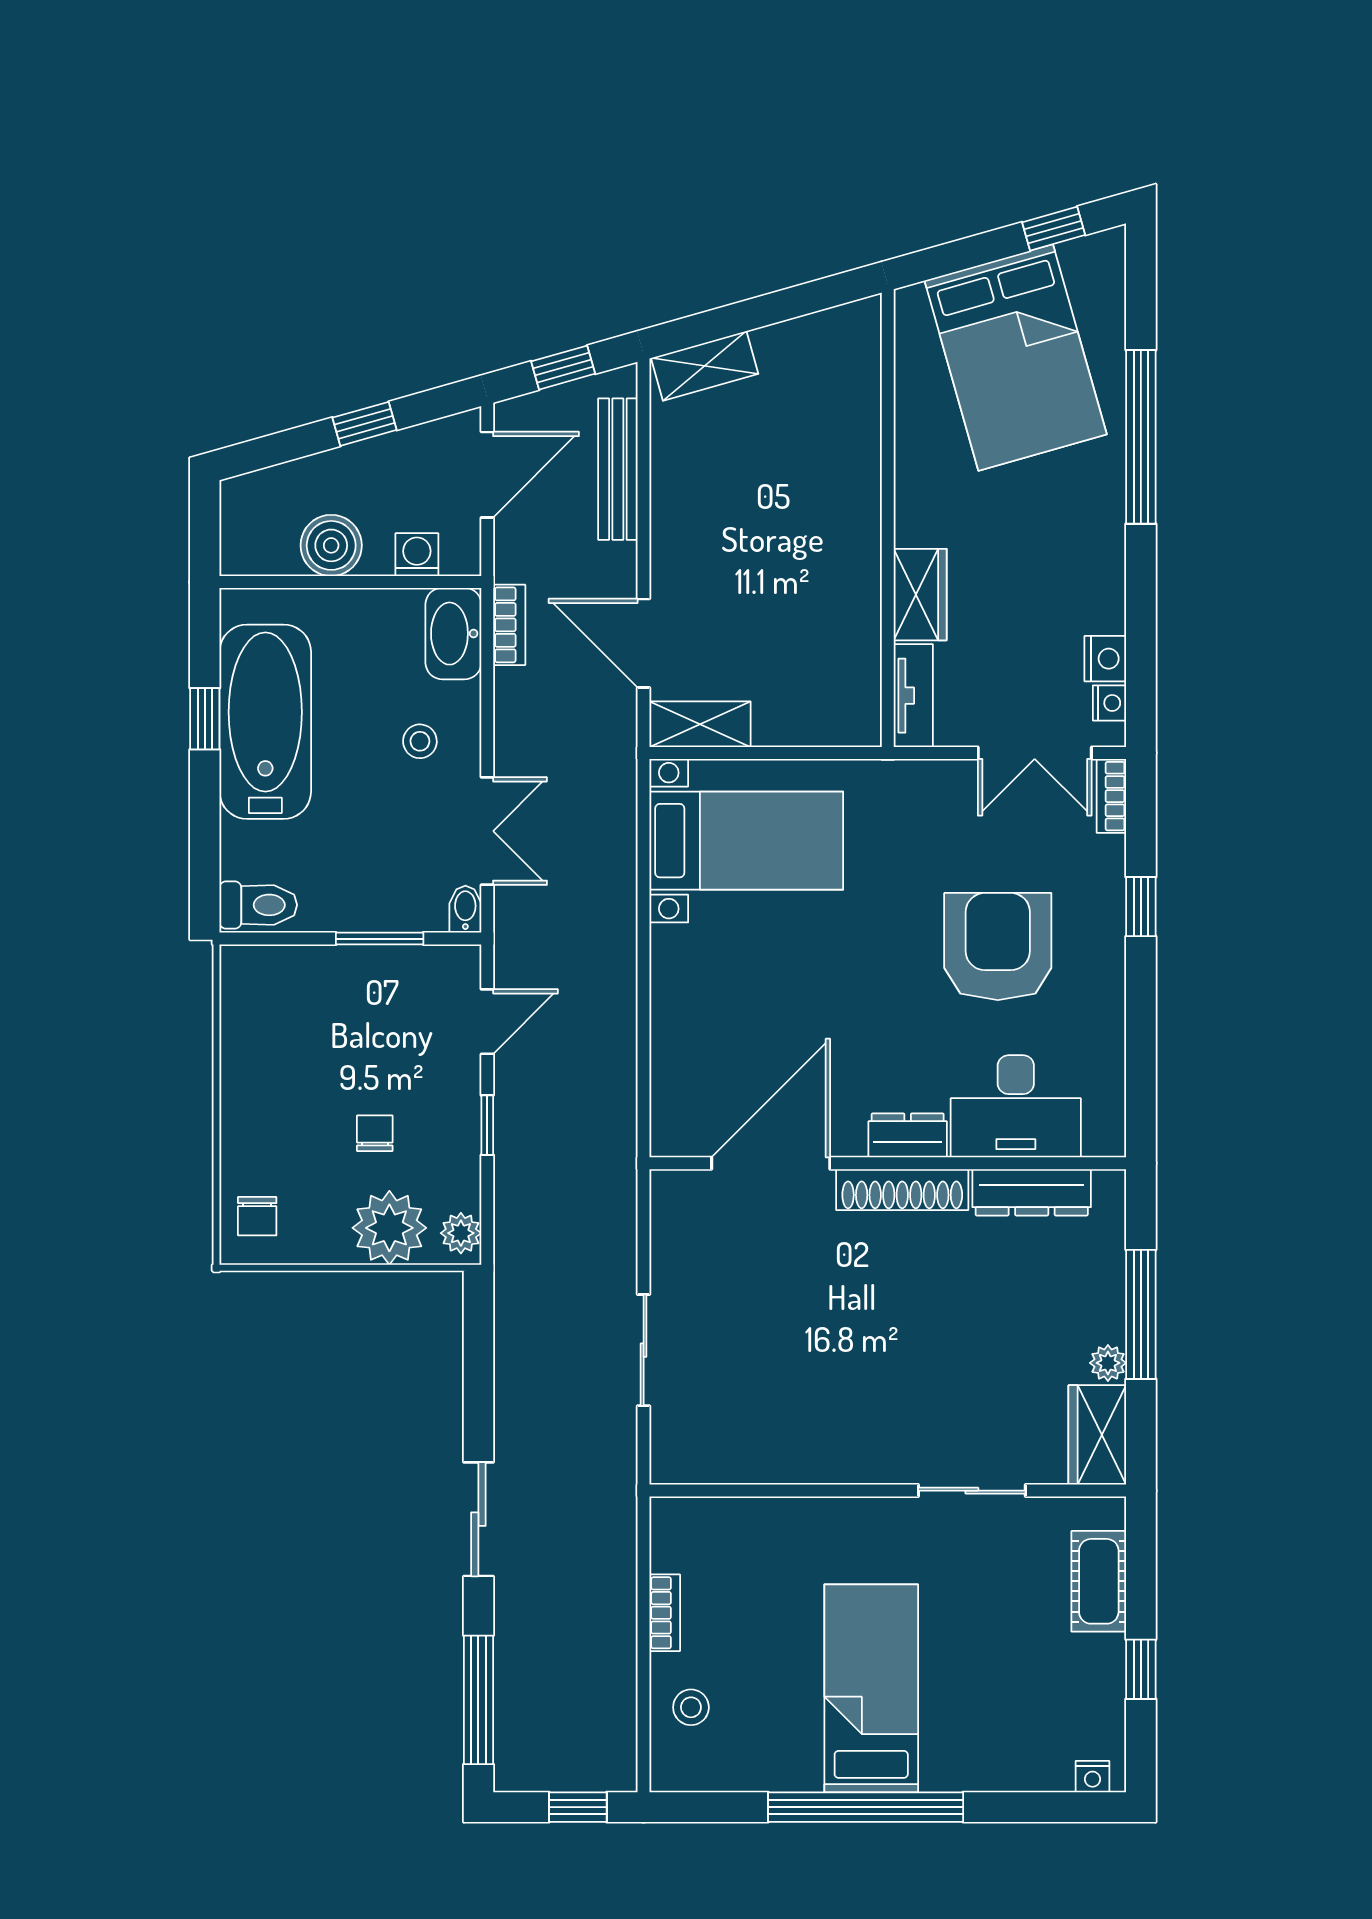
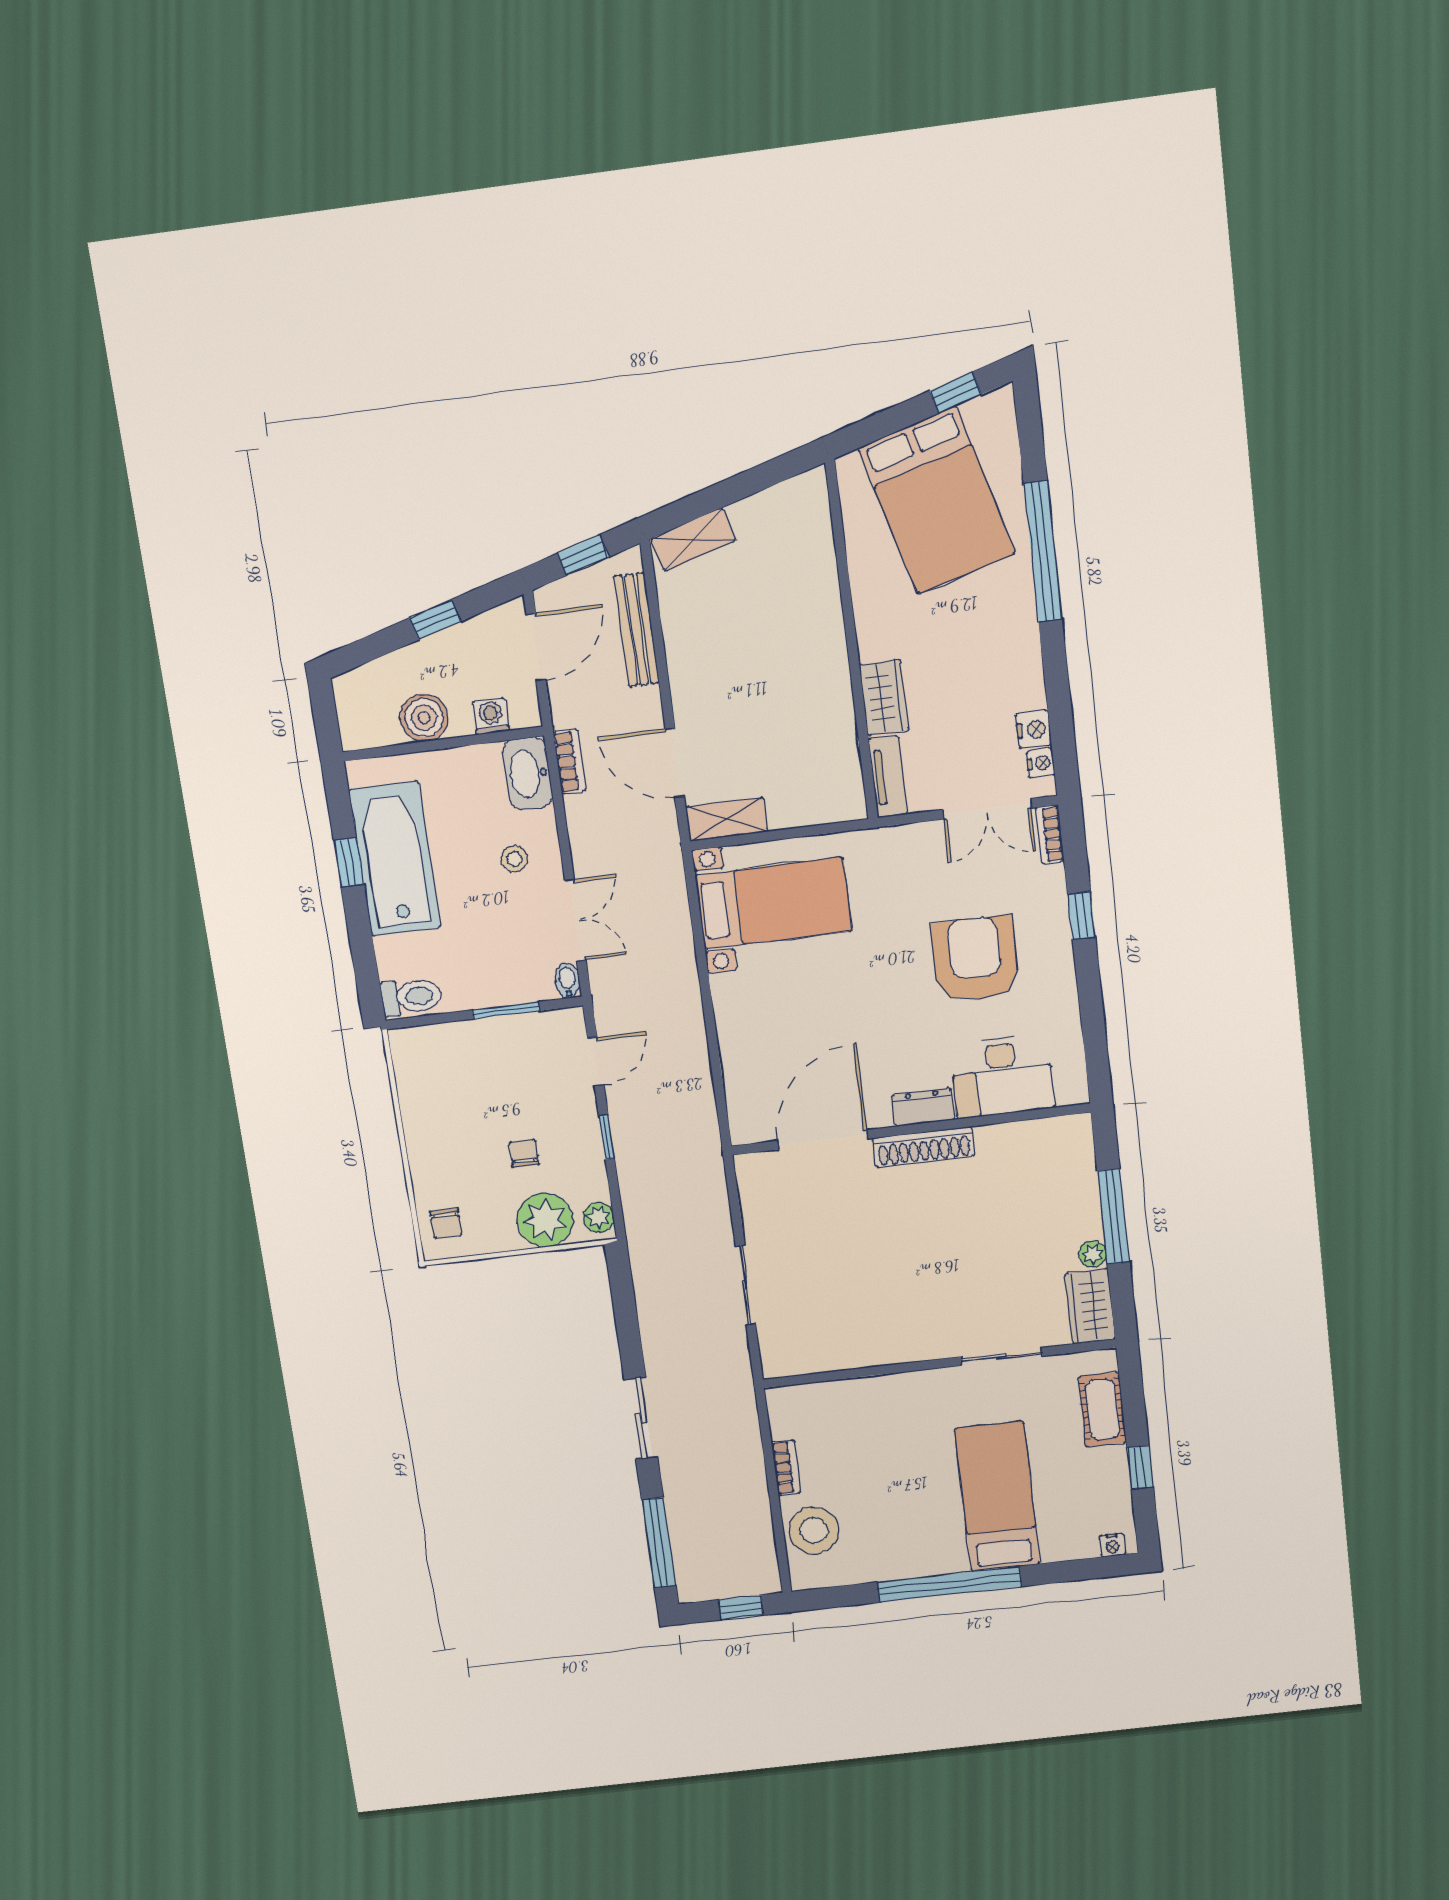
dresser: (1032, 1192) -> (1022, 1138), removed
bed: (871, 1688) -> (997, 1497), moved
stool: (691, 1707) -> (814, 1530), width x1.89, depth x1.89

